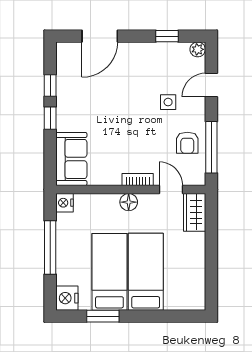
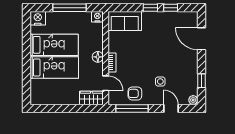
door: (171, 190) -> (106, 83), hinge flipped
window: (103, 316) -> (27, 41), removed

